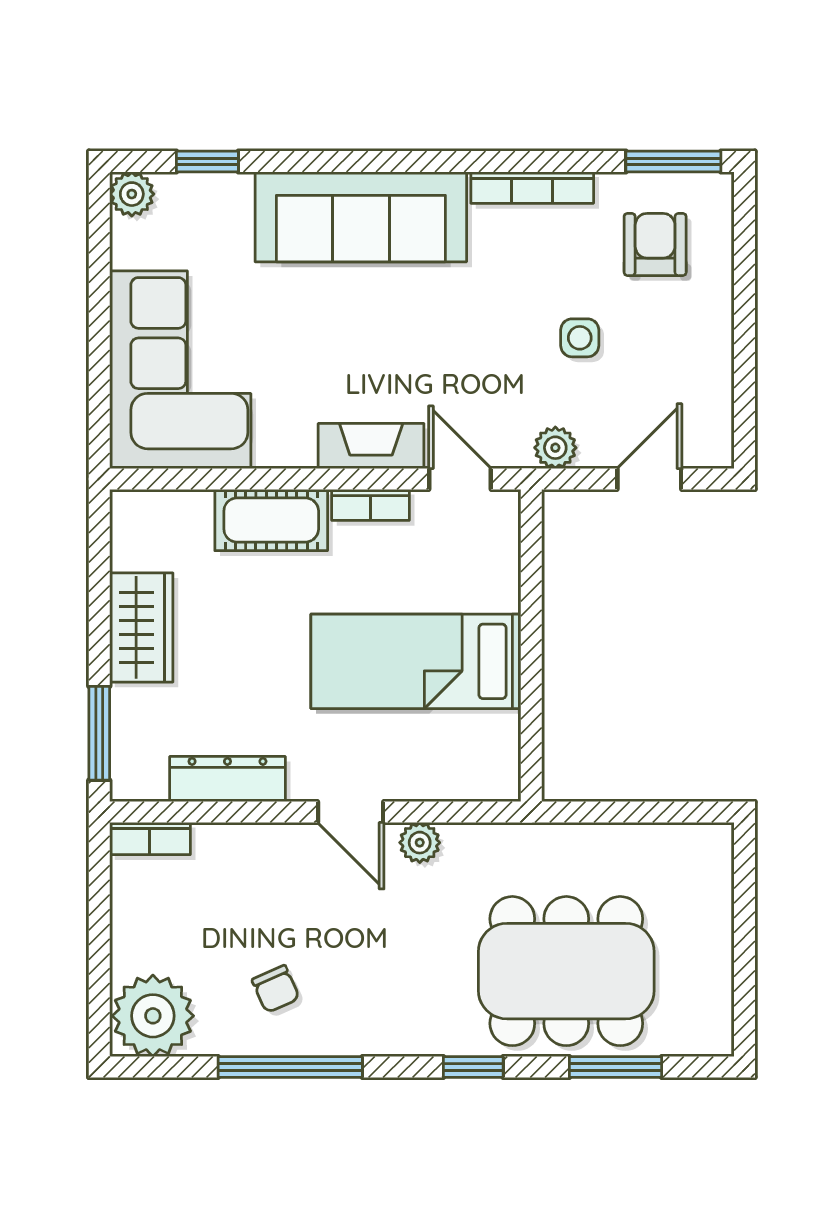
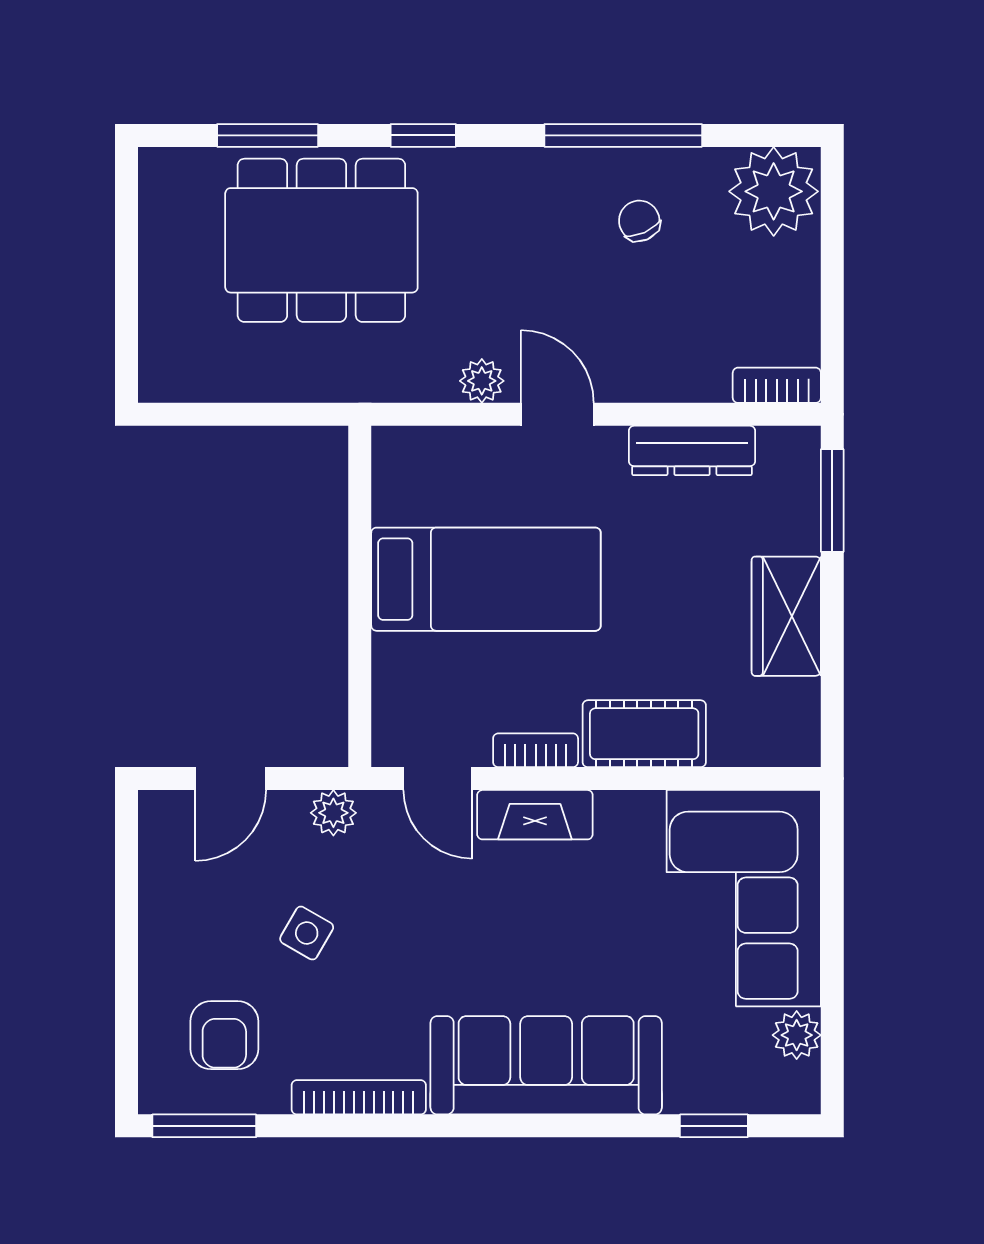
plant: (132, 194) -> (797, 1035), moved
side table: (580, 338) -> (307, 933), turned 30

